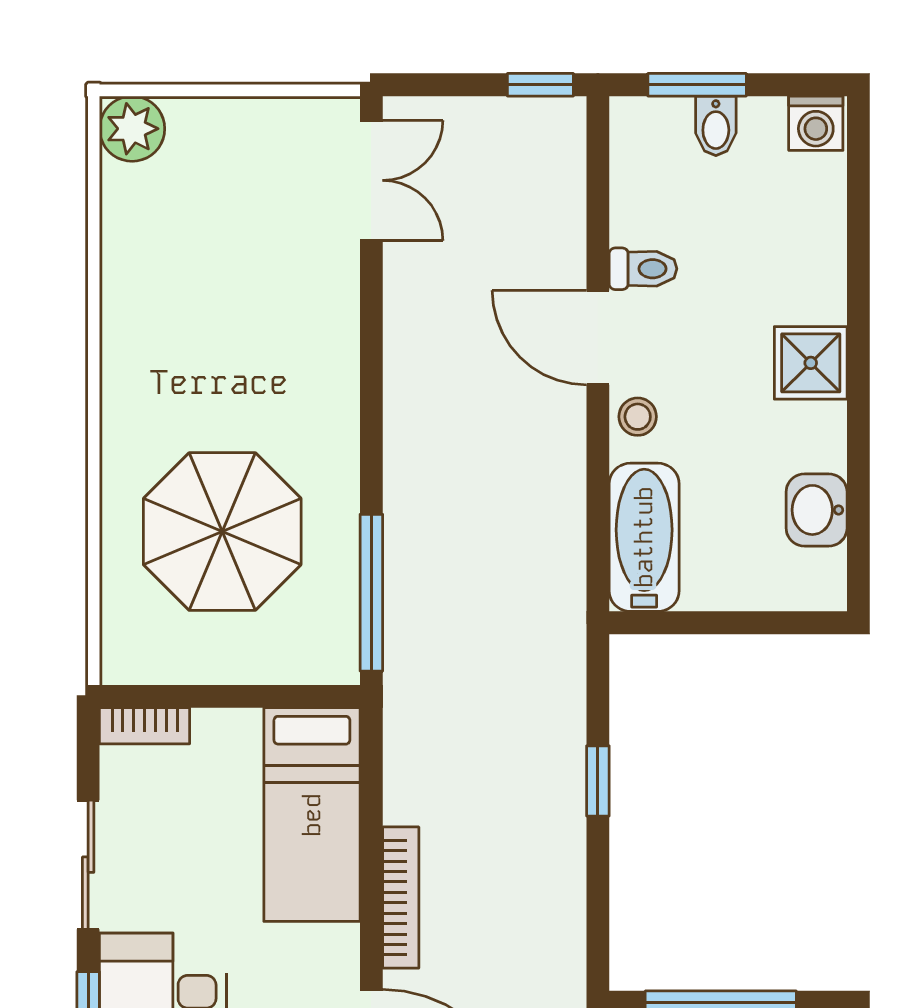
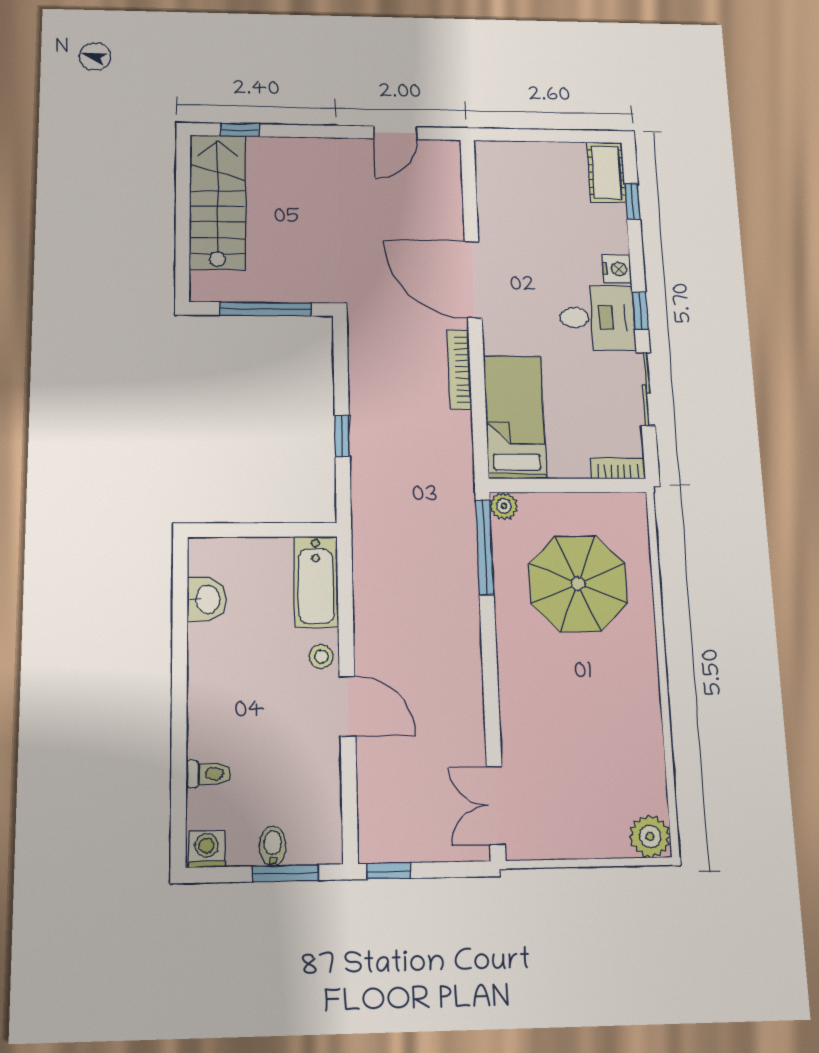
toilet: (643, 269) -> (208, 774), moved, turned 180
shower: (811, 363) -> (210, 692), removed
plant: (337, 662) -> (504, 506), added

